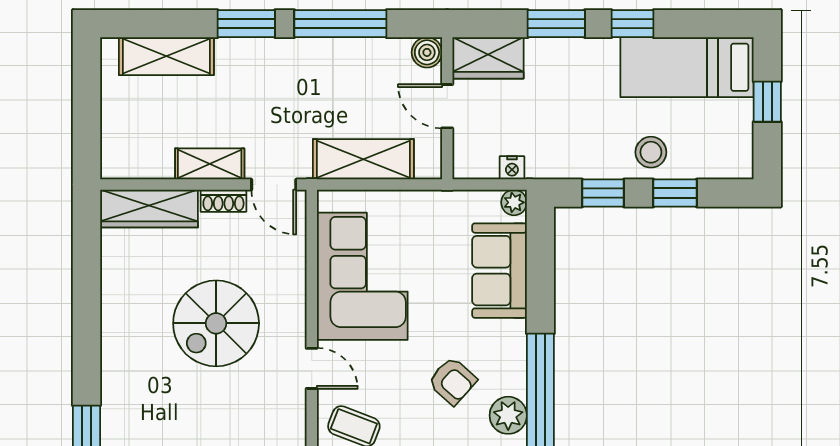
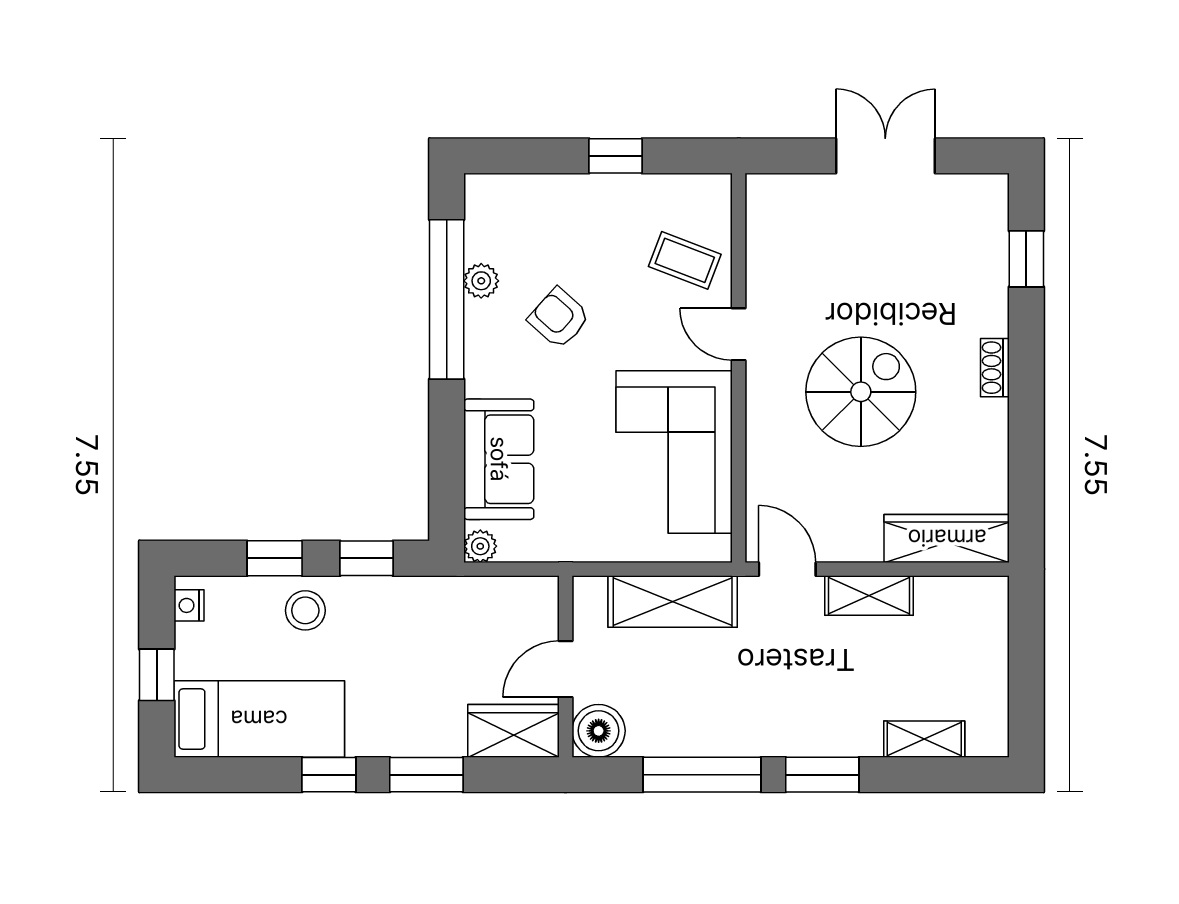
boiler: (427, 52) -> (599, 731), width x1.36, depth x1.36
shelving: (166, 56) -> (924, 739), width x0.67, depth x0.75
door: (447, 106) -> (566, 669), swing flipped
nightstand: (512, 168) -> (189, 605), moved, turned -90
shoe rack: (223, 201) -> (995, 368), moved, turned -90
plant: (508, 415) -> (481, 281), width x0.73, depth x0.73

